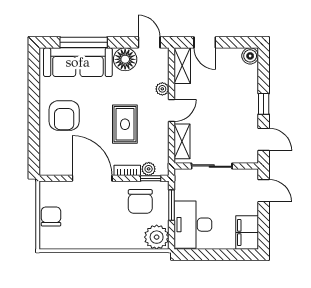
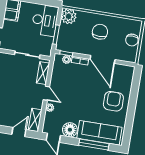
door: (205, 42) -> (19, 132), hinge flipped
door: (172, 110) -> (46, 93), swing flipped
rug: (125, 124) -> (77, 90), removed
chair: (140, 201) -> (100, 32), moved

